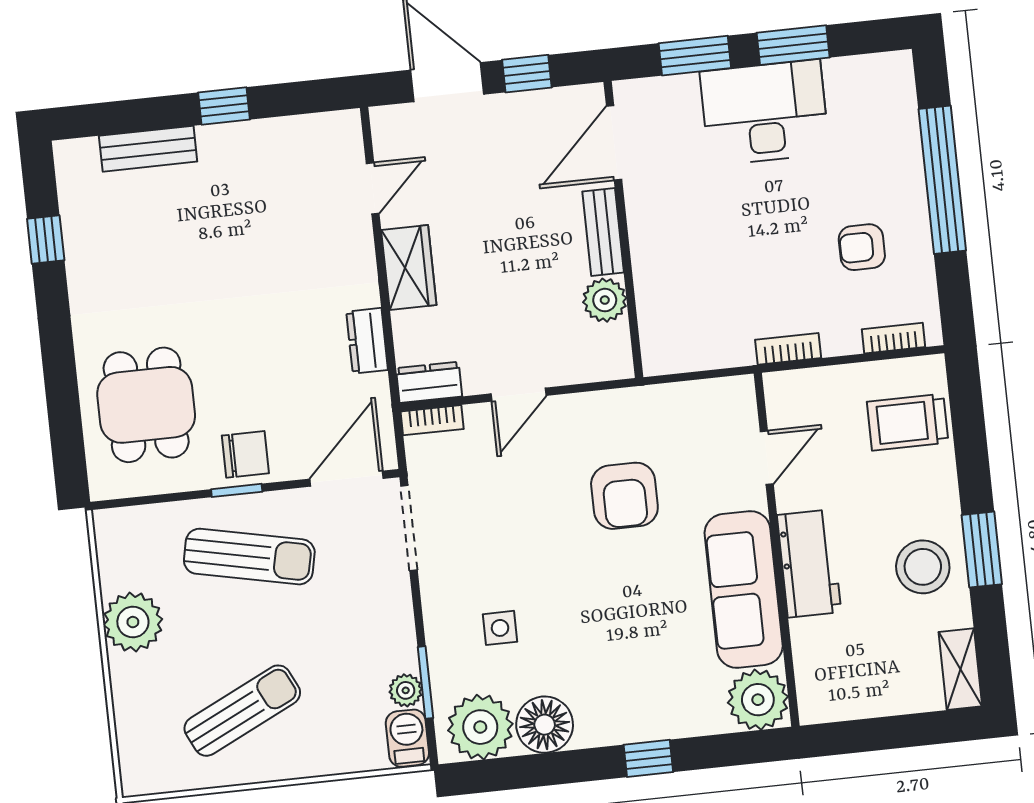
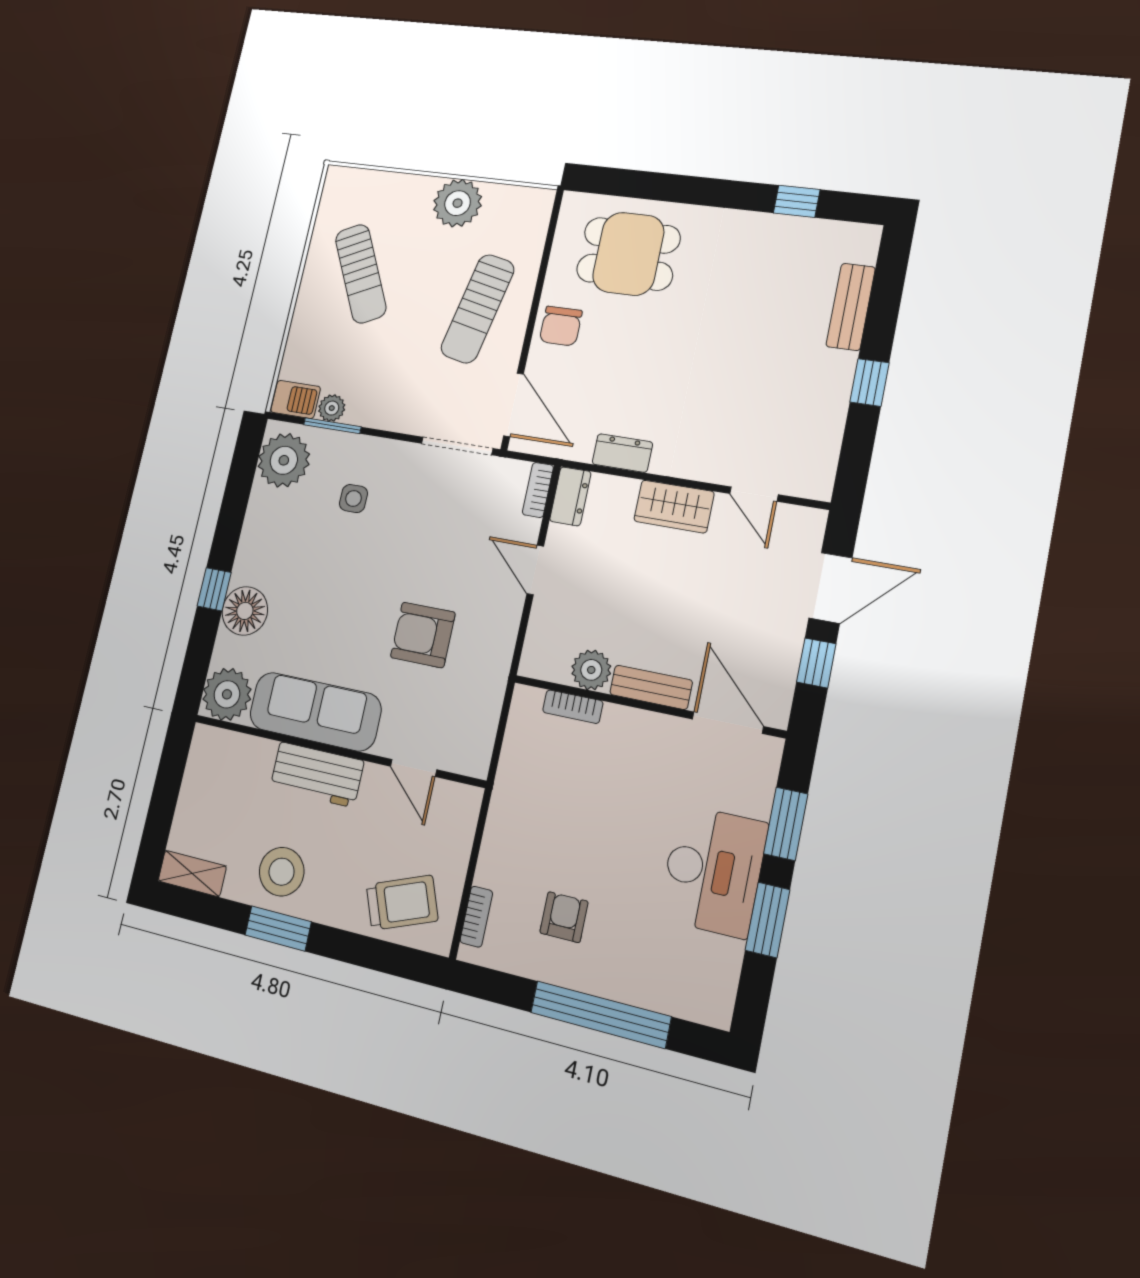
bookcase: (788, 349) -> (573, 707), moved, turned 90
trolley: (908, 422) -> (402, 903), turned 69
window: (237, 490) -> (534, 312), removed
floor lamp: (545, 725) -> (245, 611), moved

